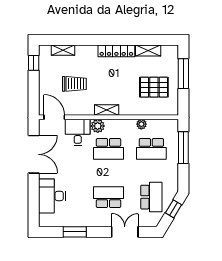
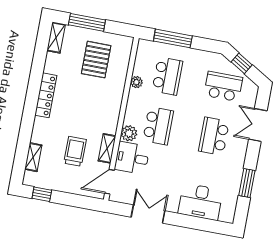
shelving: (148, 50) -> (56, 38), moved
shelving: (107, 110) -> (107, 148), moved
double door: (34, 154) -> (148, 214), width x0.73

